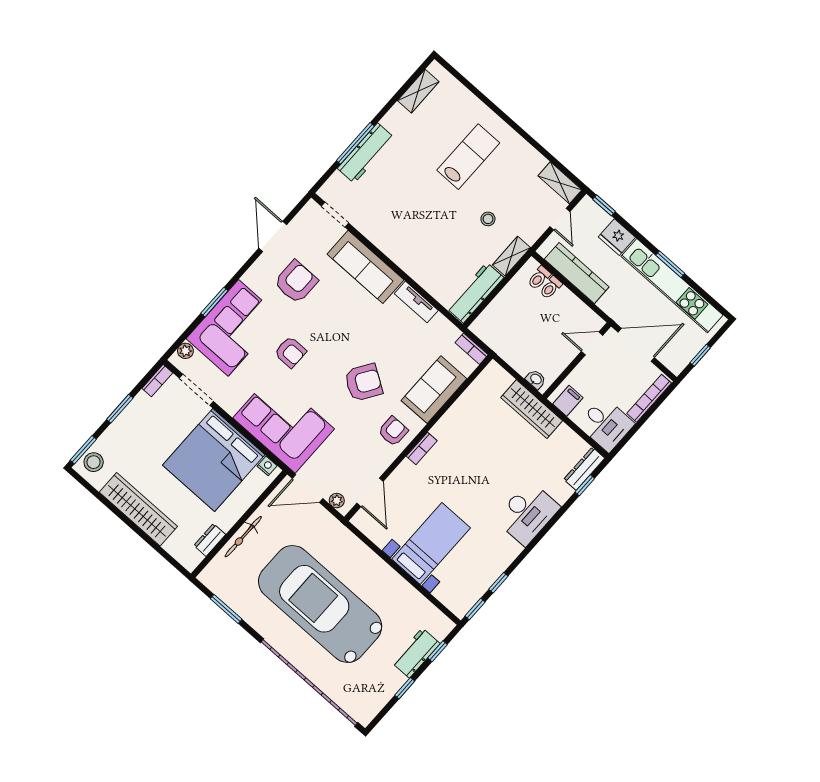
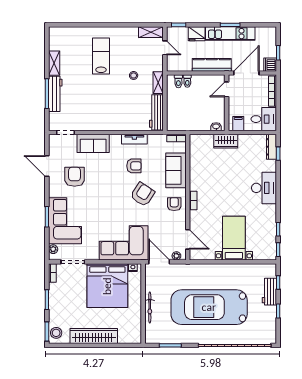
shelving: (418, 91) -> (54, 63), moved
sofa: (366, 267) -> (93, 143), width x0.73
kitchen counter: (577, 273) -> (212, 65), moved
kitchen unit: (672, 286) -> (230, 34), width x0.73
armchair: (290, 352) -> (134, 166), moved
dishwasher: (677, 361) -> (270, 65), added
wardrobe: (532, 409) -> (226, 141), width x0.67
door: (308, 488) -> (159, 262), swing flipped
dresser: (210, 540) -> (137, 322), removed

